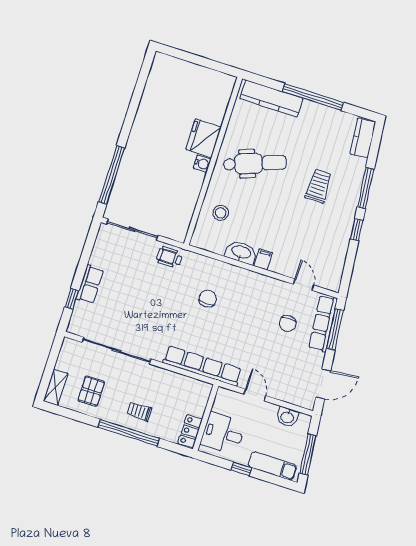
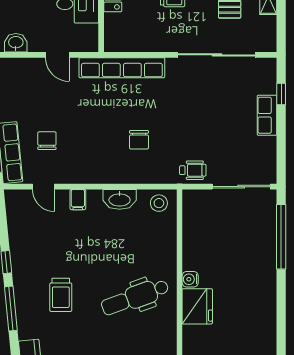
stool: (221, 213) -> (159, 203), moved
filing cabinet: (263, 259) -> (78, 200), moved

